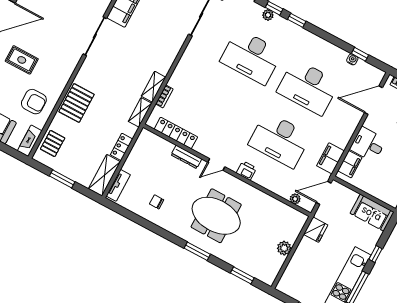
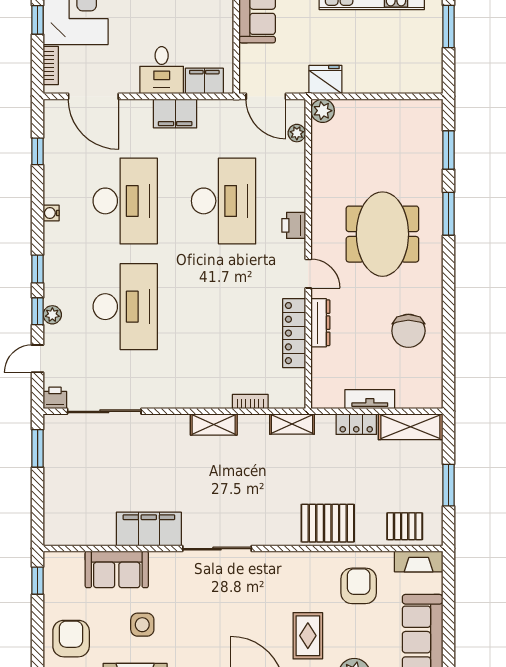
water cooler: (352, 59) -> (51, 213), moved
shelving: (154, 87) -> (214, 425), moved
locker: (176, 133) -> (294, 333), moved
filing cabinet: (330, 158) -> (175, 113), moved
tv unit: (118, 185) -> (370, 399), moved
chair: (157, 202) -> (408, 331), width x1.87, depth x1.87
plant: (284, 248) -> (323, 111), moved
window: (197, 251) -> (448, 214), moved

